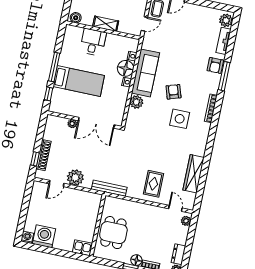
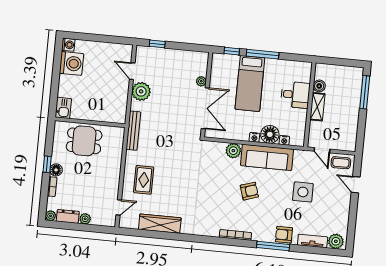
boiler: (76, 18) -> (319, 86), moved
side table: (180, 119) -> (303, 192), moved
double door: (96, 123) -> (205, 108), swing flipped
shoe rack: (43, 155) -> (162, 53), removed
rug: (153, 184) -> (144, 180), turned 90
plant: (186, 221) -> (85, 219), moved

